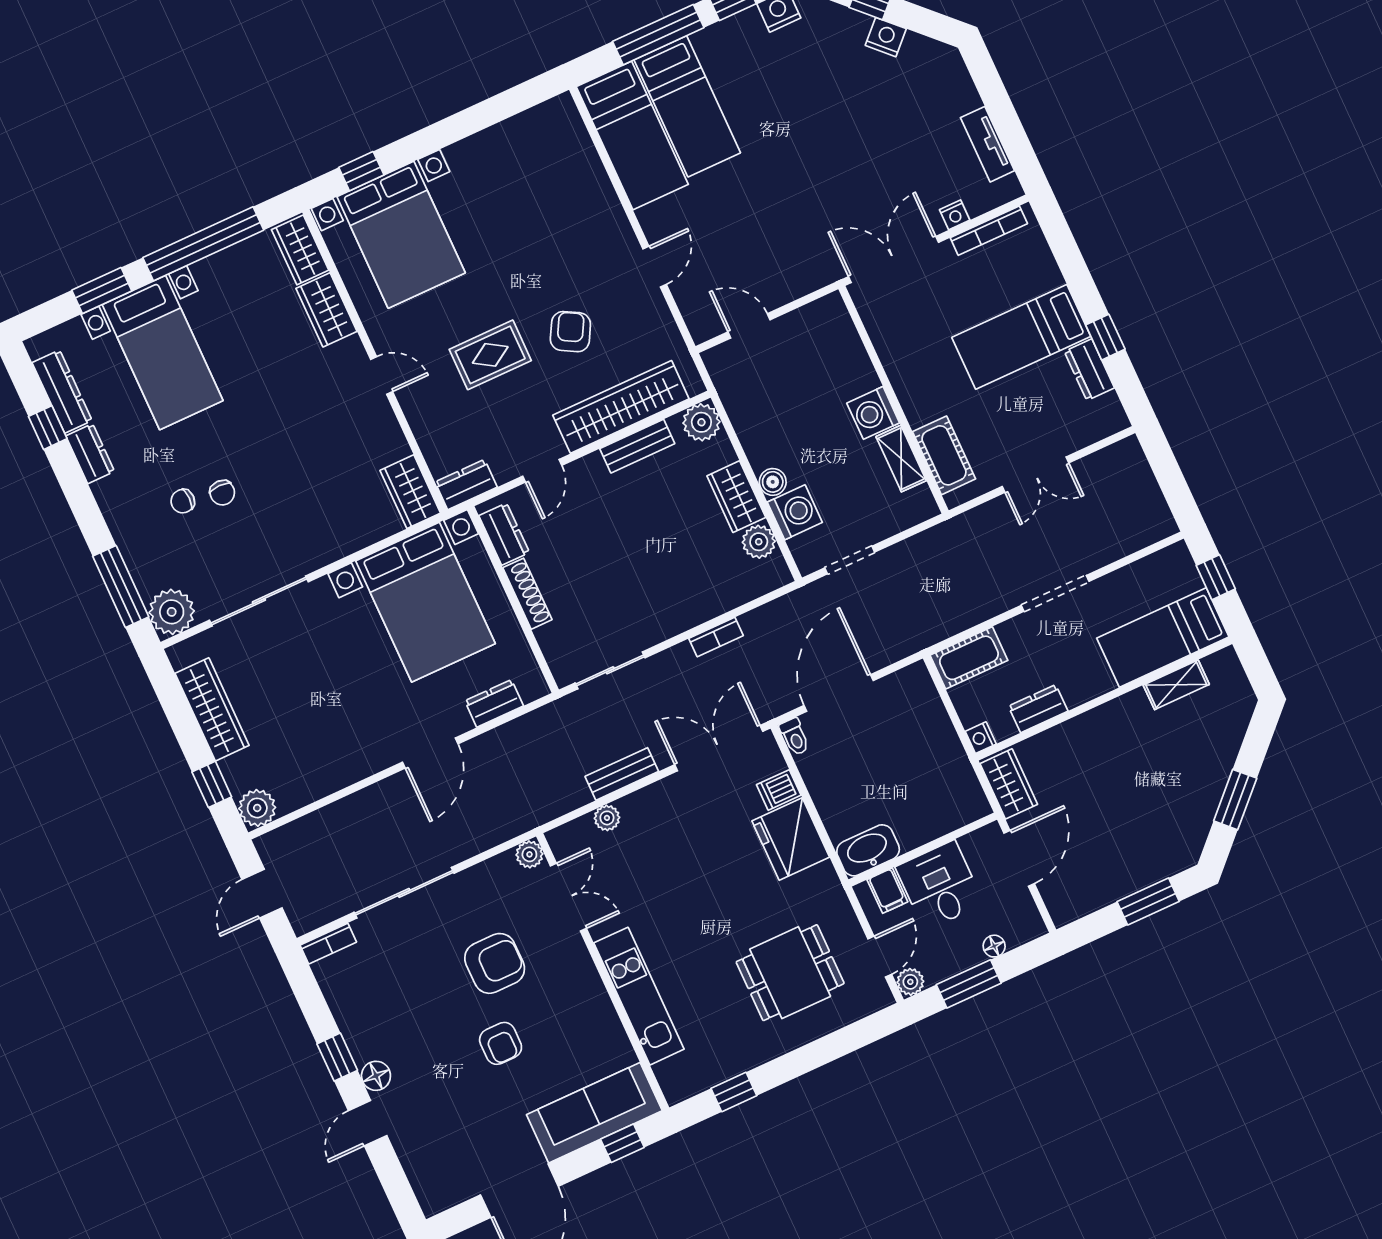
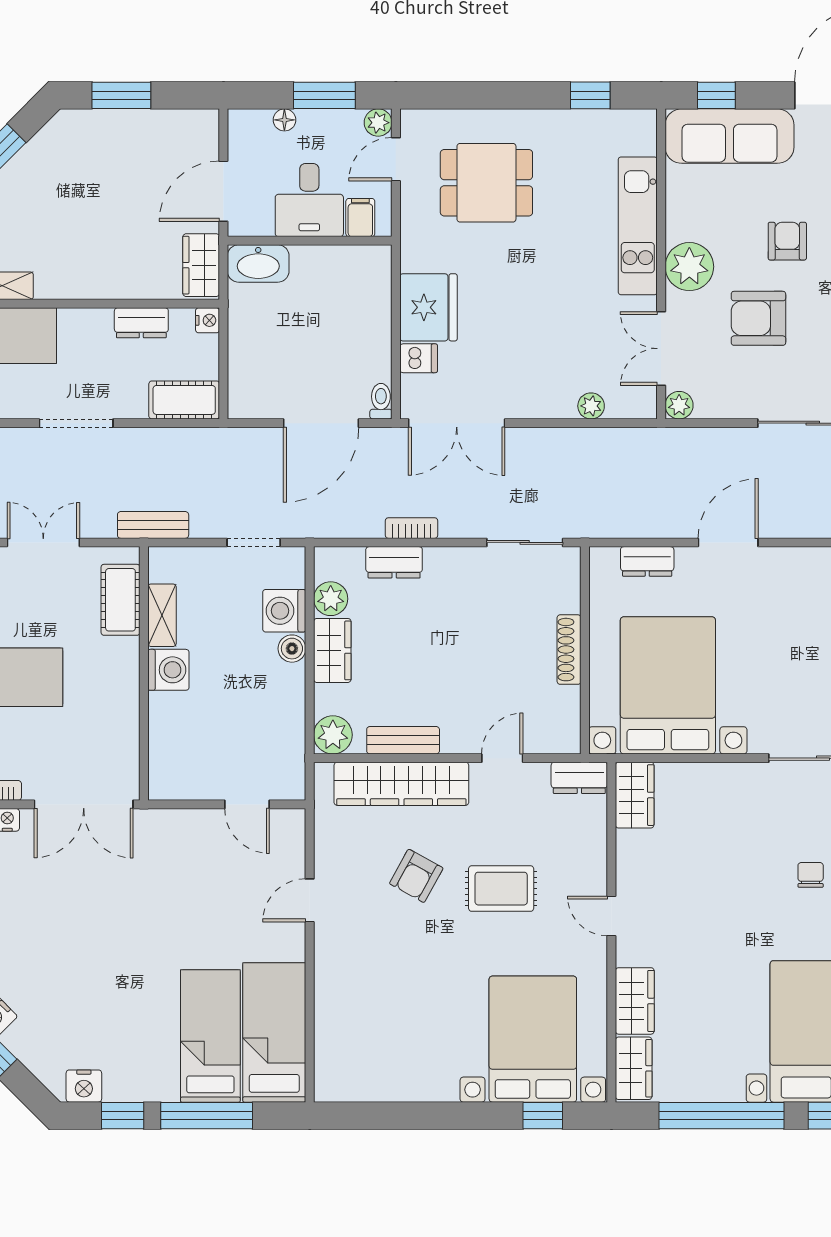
dresser: (504, 534) -> (394, 562), moved, turned -90
bench: (622, 774) -> (153, 525), moved
washbasin: (868, 850) -> (258, 263), moved
plant: (577, 981) -> (689, 267), added

